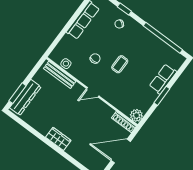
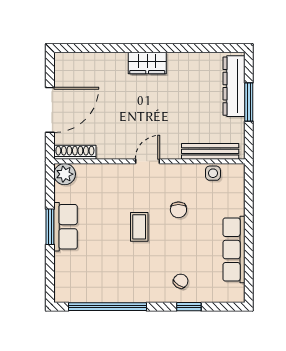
row of seats: (163, 79) -> (66, 227), moved
window: (18, 93) -> (249, 102), moved

